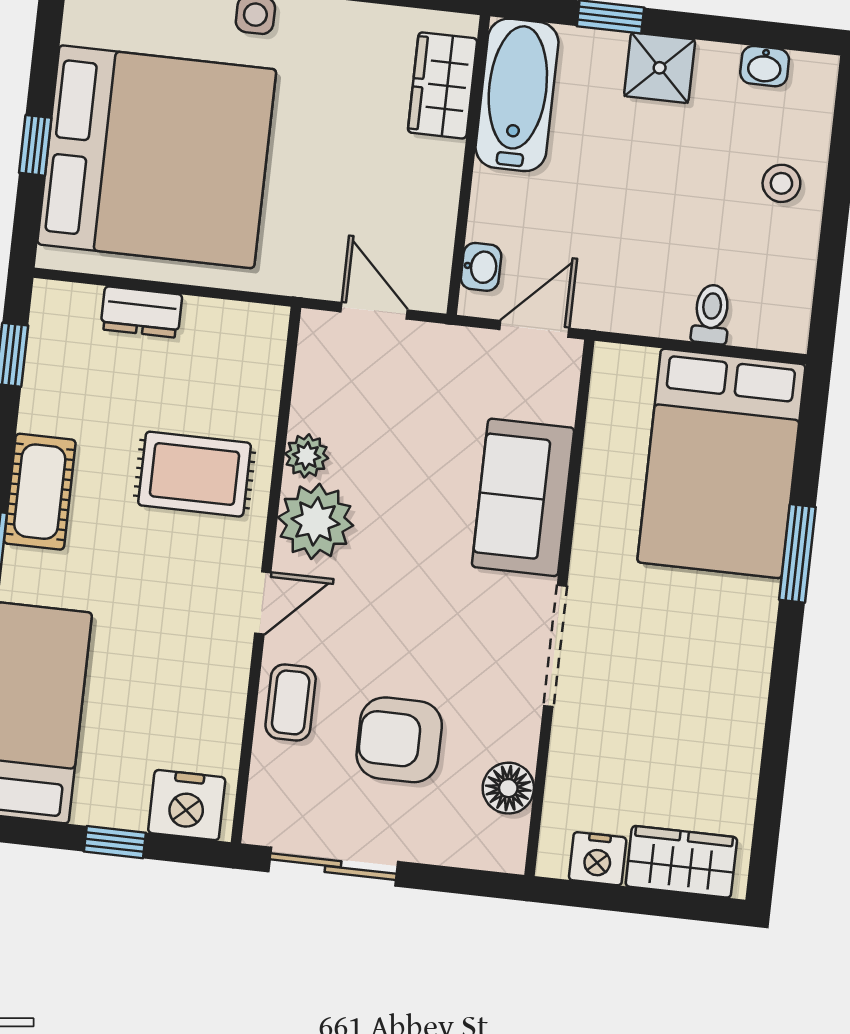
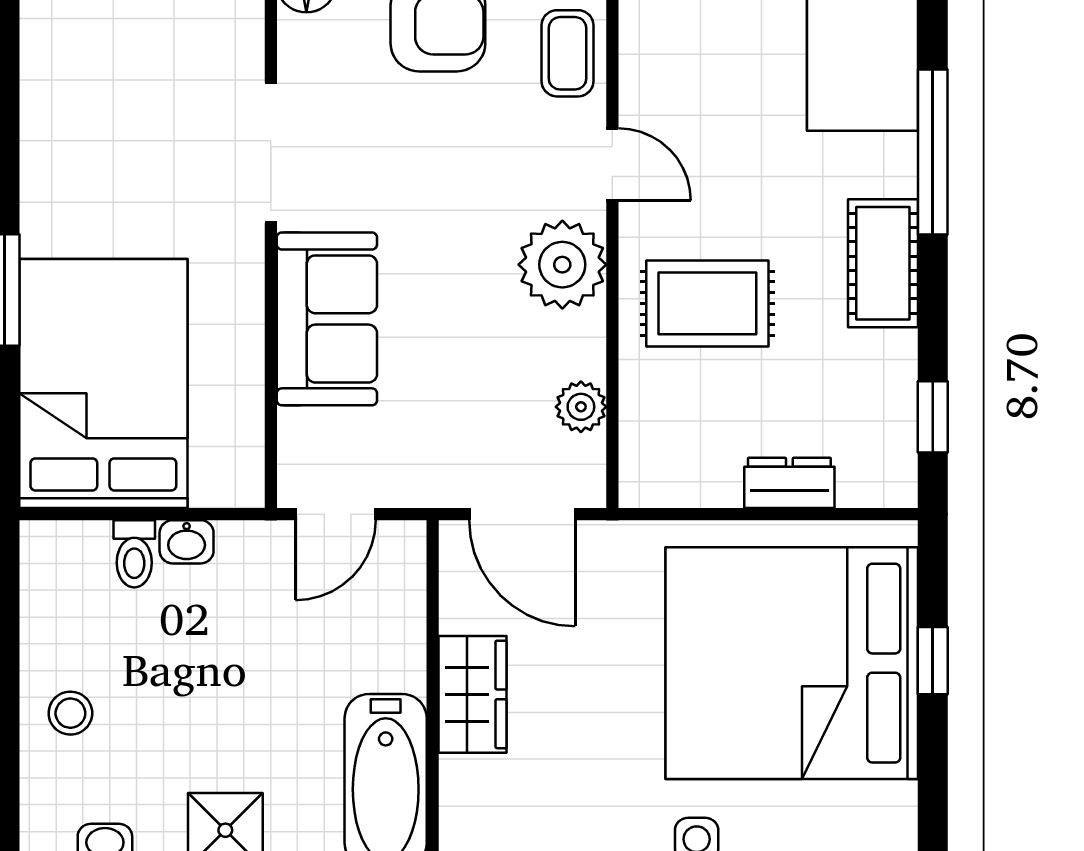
wardrobe: (442, 85) -> (473, 694), moved
washbasin: (481, 267) -> (187, 542), moved, turned -90
door: (374, 311) -> (522, 514), width x1.38
plant: (307, 456) -> (581, 407), moved
door: (263, 603) -> (612, 164), swing flipped

